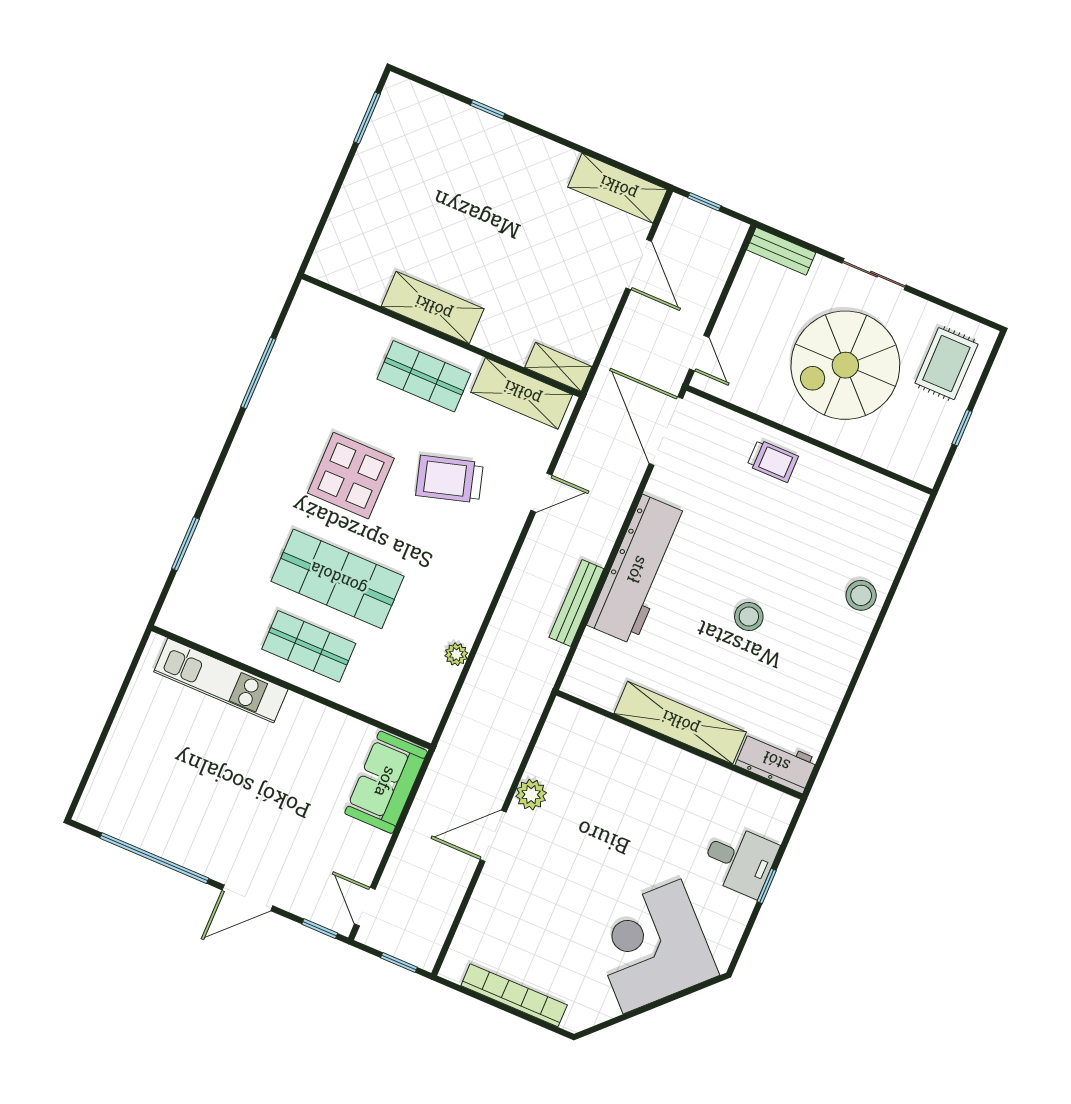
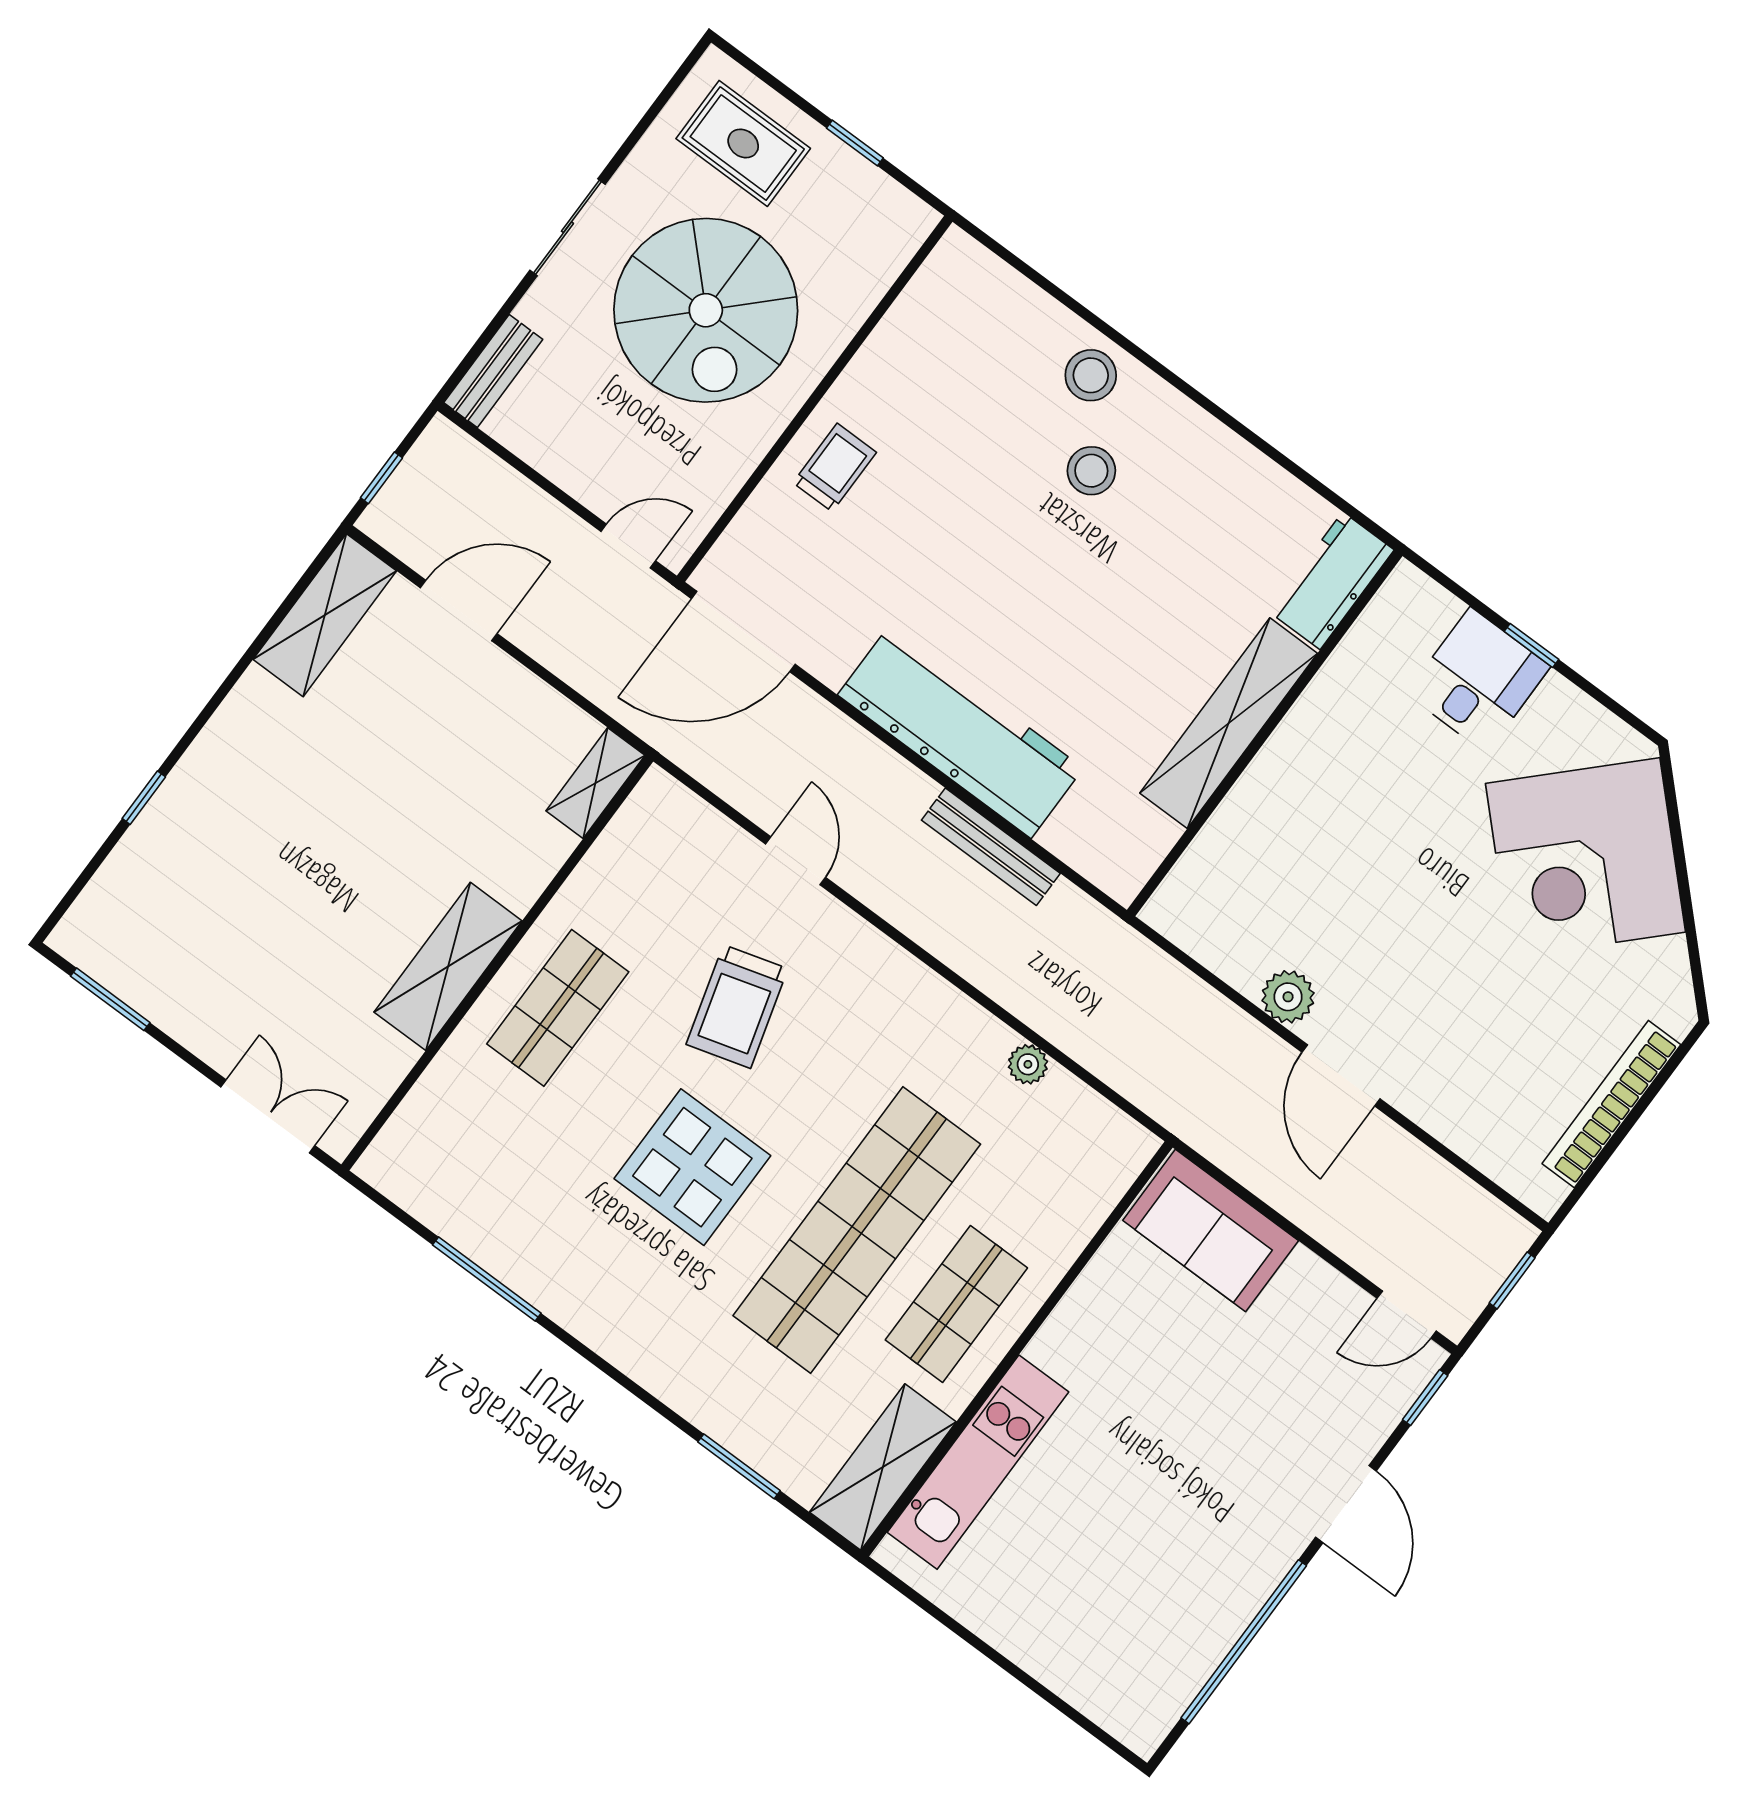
double door: (322, 225) -> (268, 1116), added
shelving: (522, 393) -> (883, 1467), moved
shop shelf: (338, 579) -> (857, 1230), width x1.40
stool: (749, 617) -> (1091, 471), moved

